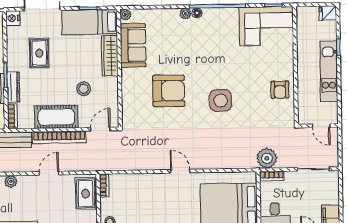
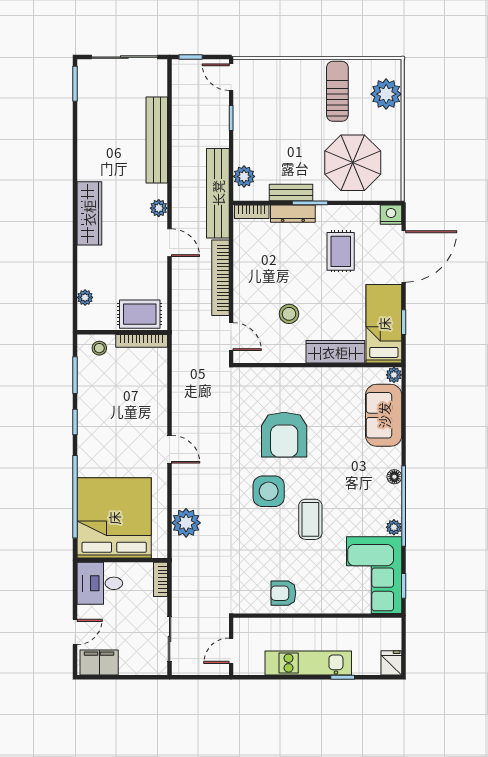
plant: (185, 14) -> (394, 527), moved
sofa: (133, 45) -> (384, 415), moved, turned 90
rug: (39, 53) -> (341, 251), turned 90
coffee table: (228, 71) -> (310, 519), added
side table: (221, 100) -> (269, 491), moved
cot: (56, 117) -> (250, 274), removed
plant: (267, 158) -> (186, 523), moved
door: (180, 171) -> (170, 449), hinge flipped
door: (49, 173) -> (170, 243), moved
bookcase: (104, 185) -> (142, 341), width x1.56

